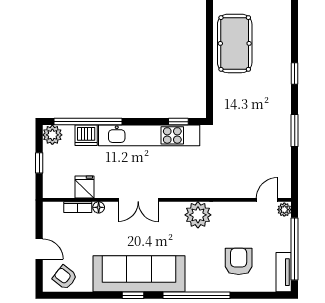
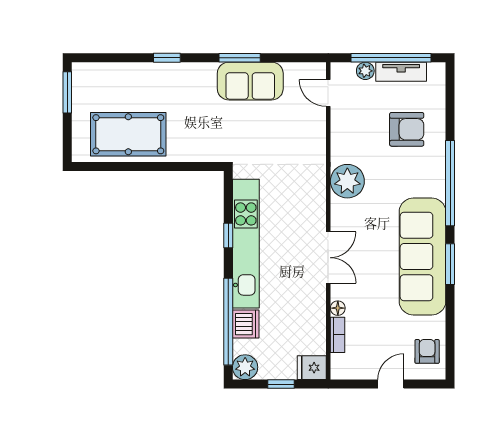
window: (178, 122) -> (228, 236), moved
sofa: (276, 139) -> (250, 81), added
fridge: (84, 187) -> (312, 368), moved
plant: (284, 210) -> (365, 71), moved
armchair: (239, 261) -> (407, 129), turned 180
tv unit: (284, 272) -> (401, 72), moved
armchair: (65, 277) -> (427, 351), turned 142
window: (133, 295) -> (450, 264), width x1.50

